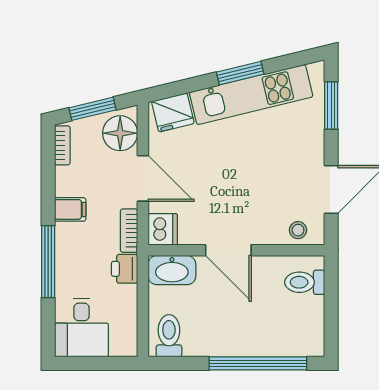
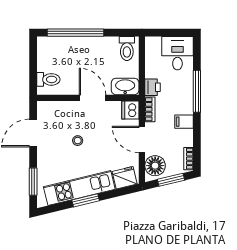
stool: (298, 230) -> (78, 141), moved

